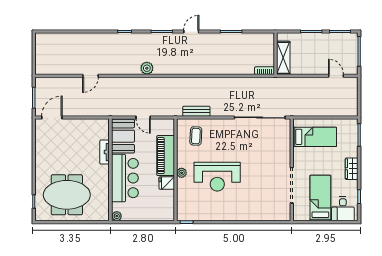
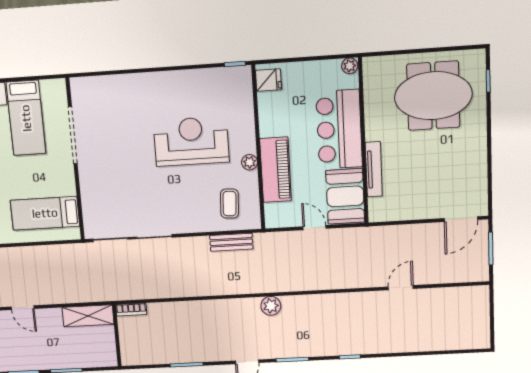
shelving: (283, 58) -> (88, 316), moved, turned 90
plant: (147, 68) -> (271, 306), moved
tv unit: (105, 152) -> (374, 169), width x1.41
plant: (182, 173) -> (250, 162), moved
fridge: (167, 183) -> (269, 80), moved

